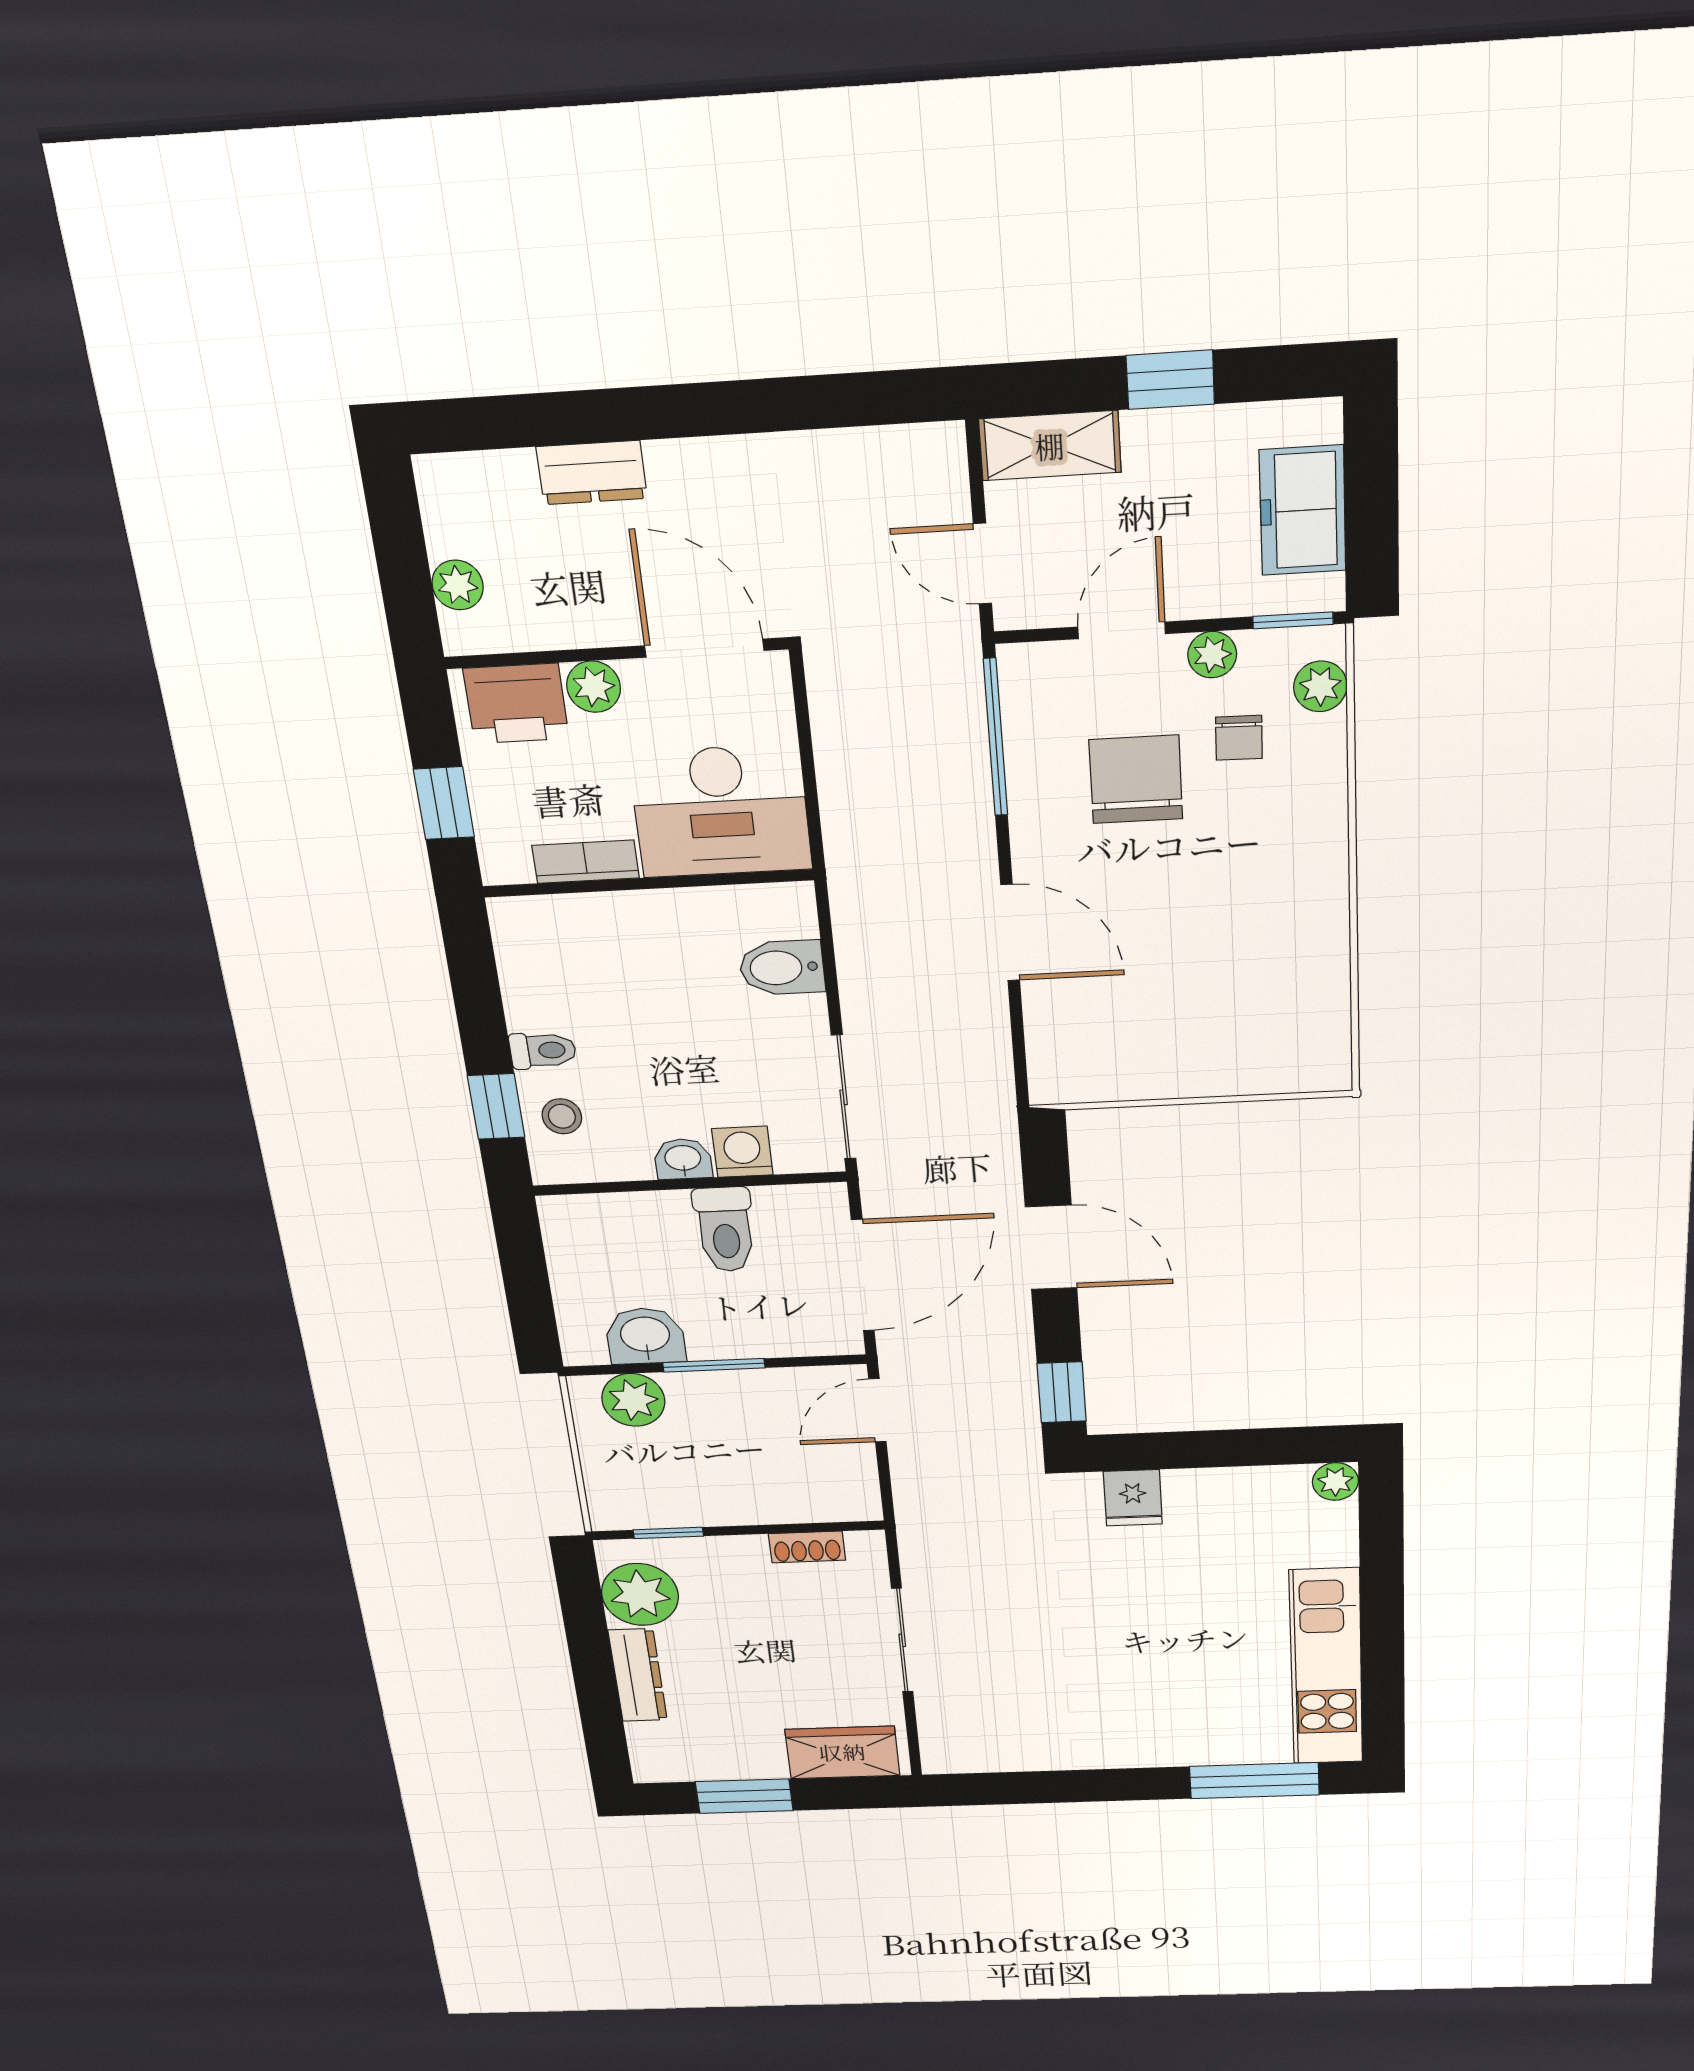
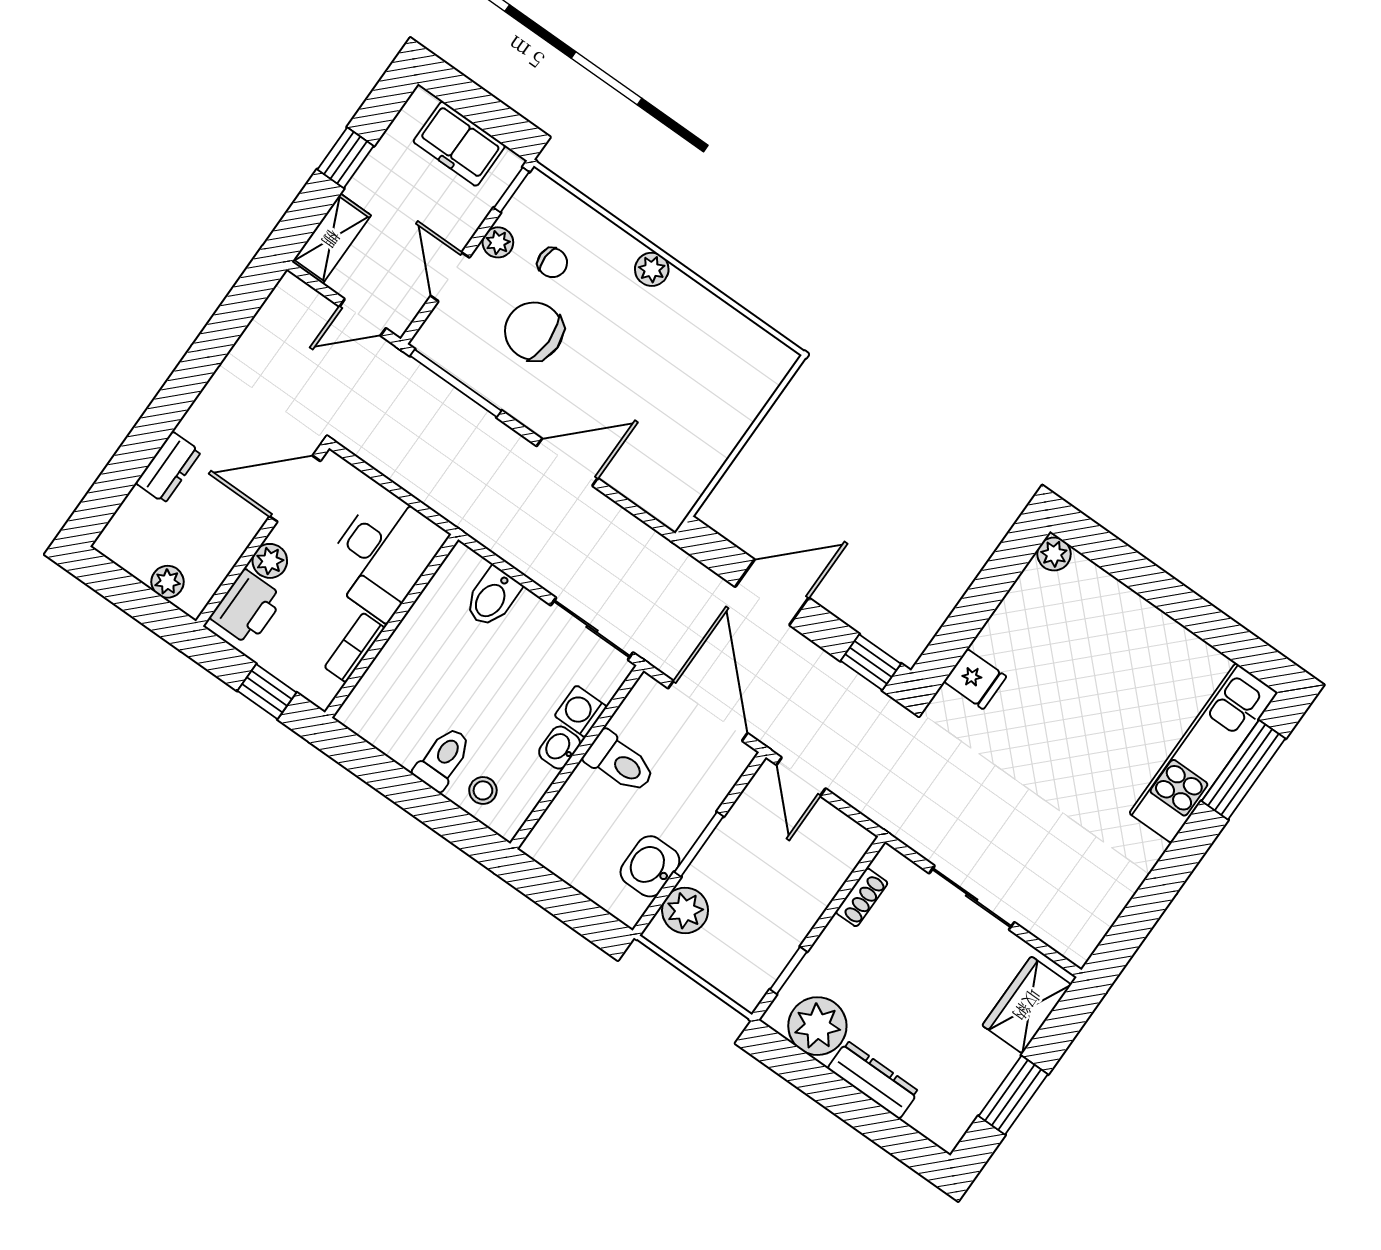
plant: (1320, 686) -> (652, 269), moved
toilet: (543, 1050) -> (443, 759), width x1.37, depth x1.39
window: (496, 1106) -> (449, 821), removed
kitchen unit: (1326, 1667) -> (1204, 753), moved, turned 90

